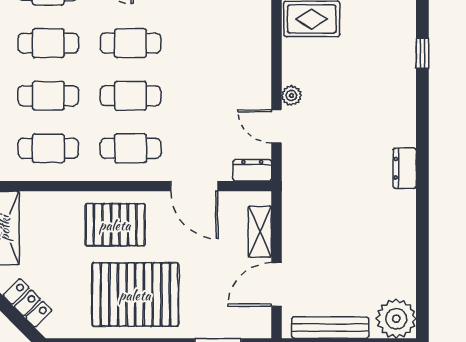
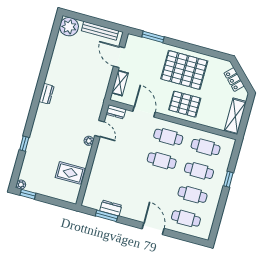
cafe table: (131, 43) -> (155, 184), removed
door: (276, 284) -> (119, 57), swing flipped

